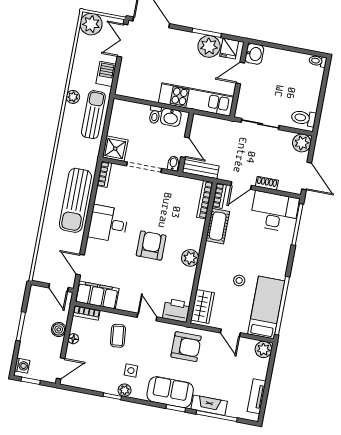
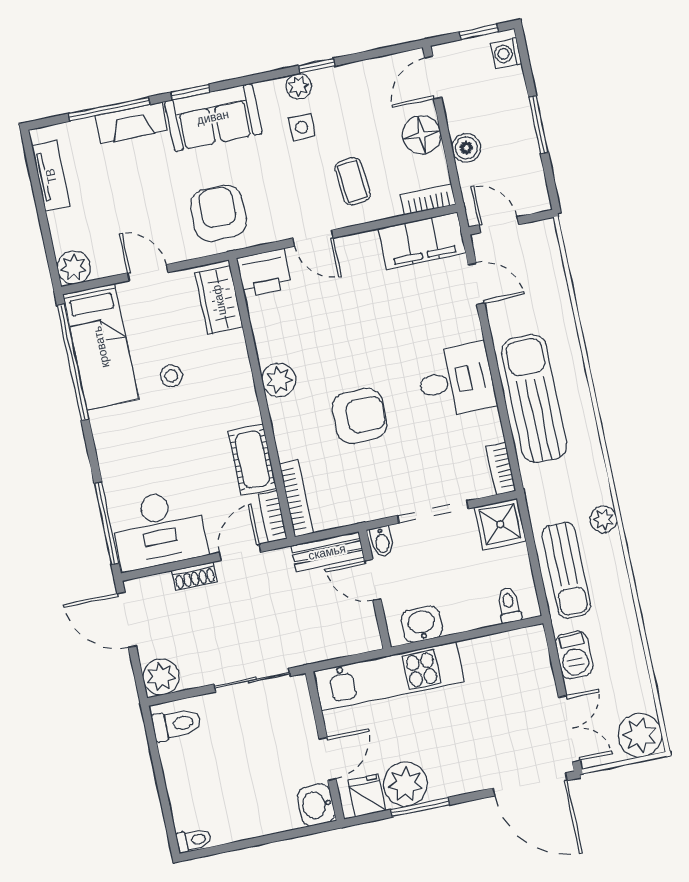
plant: (73, 97) -> (604, 519), moved
toilet: (155, 115) -> (509, 605), moved
armchair: (151, 245) -> (359, 416), moved, turned -90
floor lamp: (73, 339) -> (422, 135), width x1.89, depth x1.89
armchair: (186, 347) -> (219, 213), turned 90

